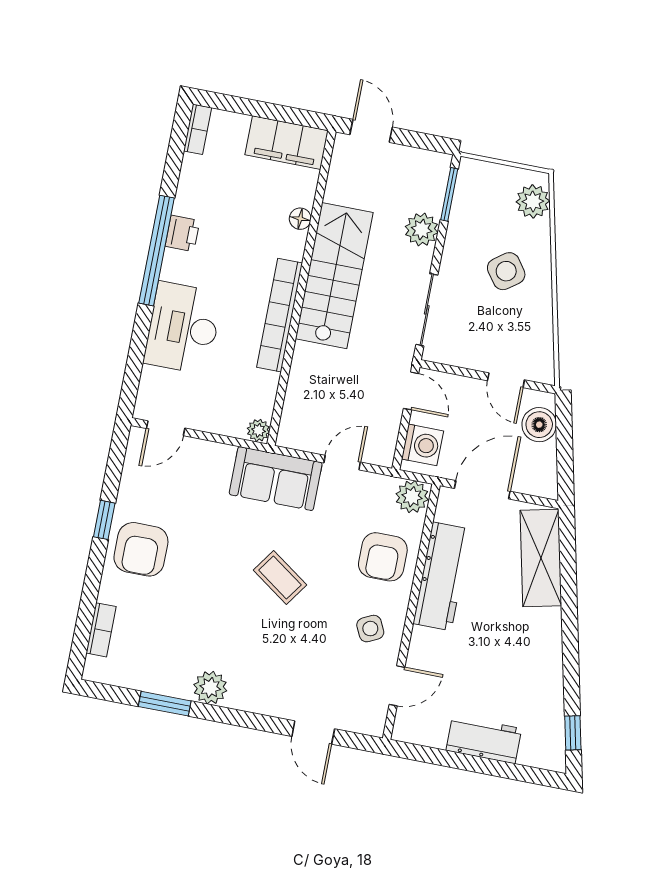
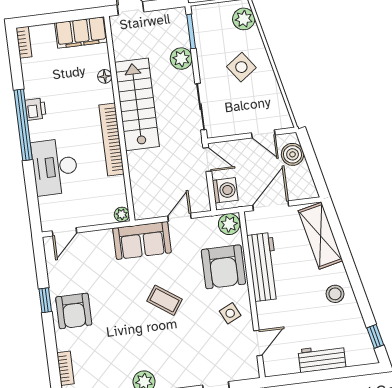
armchair: (383, 557) -> (223, 267), width x1.36, depth x1.36
stool: (534, 651) -> (335, 294), added

